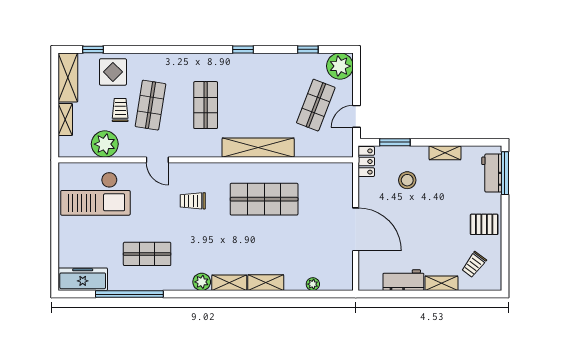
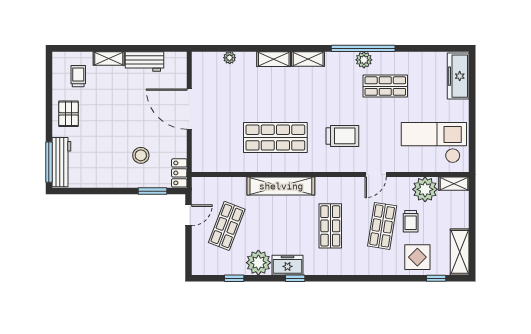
freezer: (251, 63) -> (287, 265), added
plant: (340, 66) -> (258, 263), moved
shelving: (65, 119) -> (454, 184), moved, turned 90
shelving: (445, 153) -> (105, 181), removed
door: (157, 160) -> (376, 174), swing flipped
workbench: (492, 173) -> (61, 162), width x1.38
trolley: (193, 201) -> (342, 136), width x1.36, depth x1.39
pallet: (484, 224) -> (69, 114), turned 90
trolley: (474, 265) -> (78, 76), turned -37
freezer: (83, 279) -> (458, 76), moved, turned 90
plant: (202, 282) -> (364, 60), moved
window: (129, 294) -> (363, 48), moved

